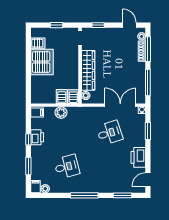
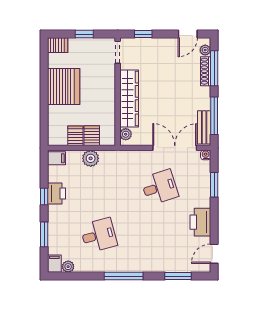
door: (129, 25) -> (188, 34), swing flipped
server rack: (38, 43) -> (58, 45), moved
bench: (141, 91) -> (204, 127), added
server rack: (73, 97) -> (75, 136), moved

